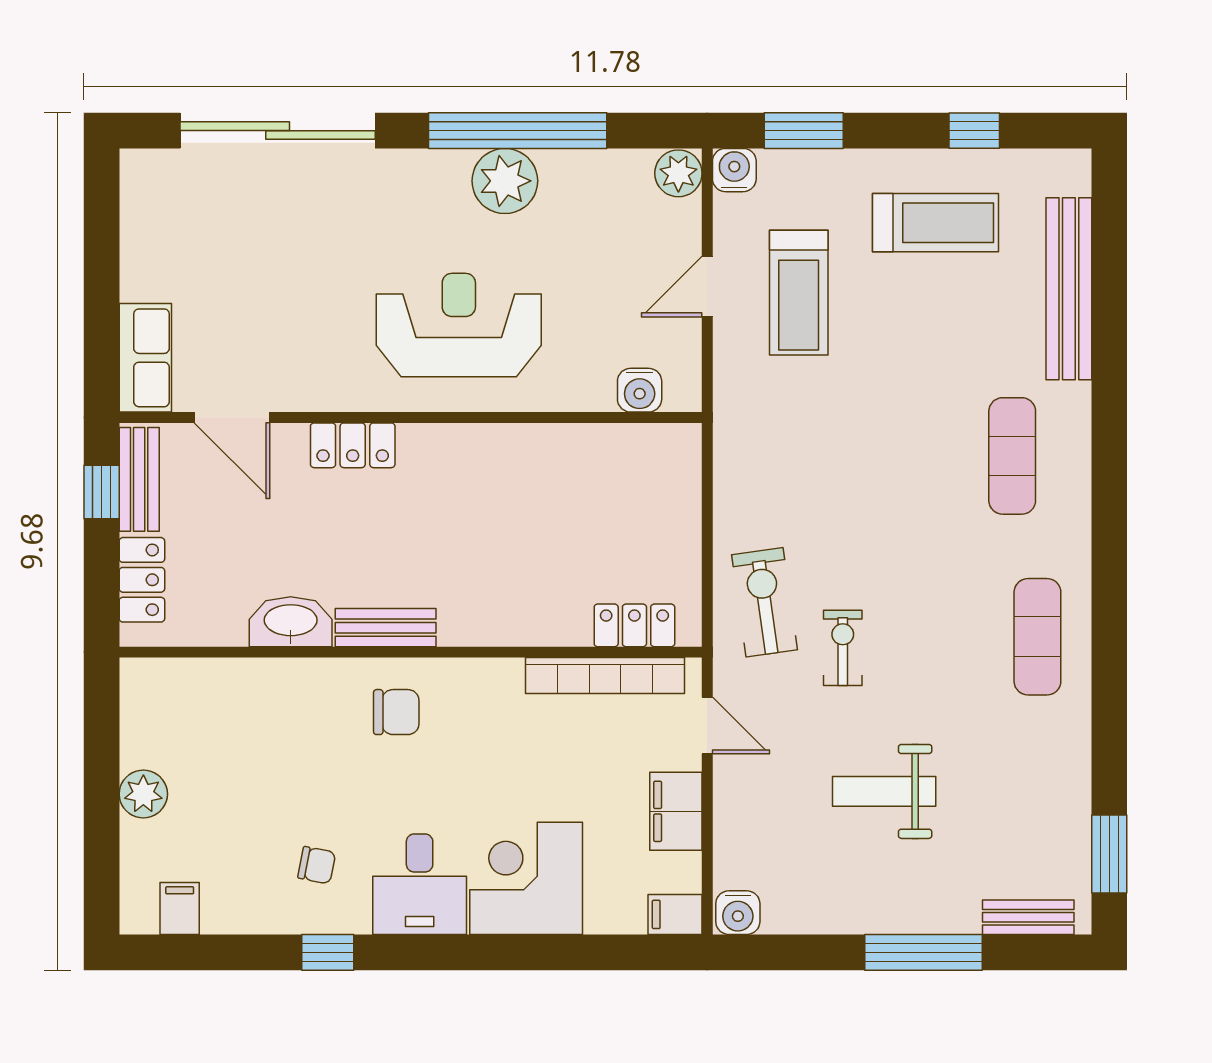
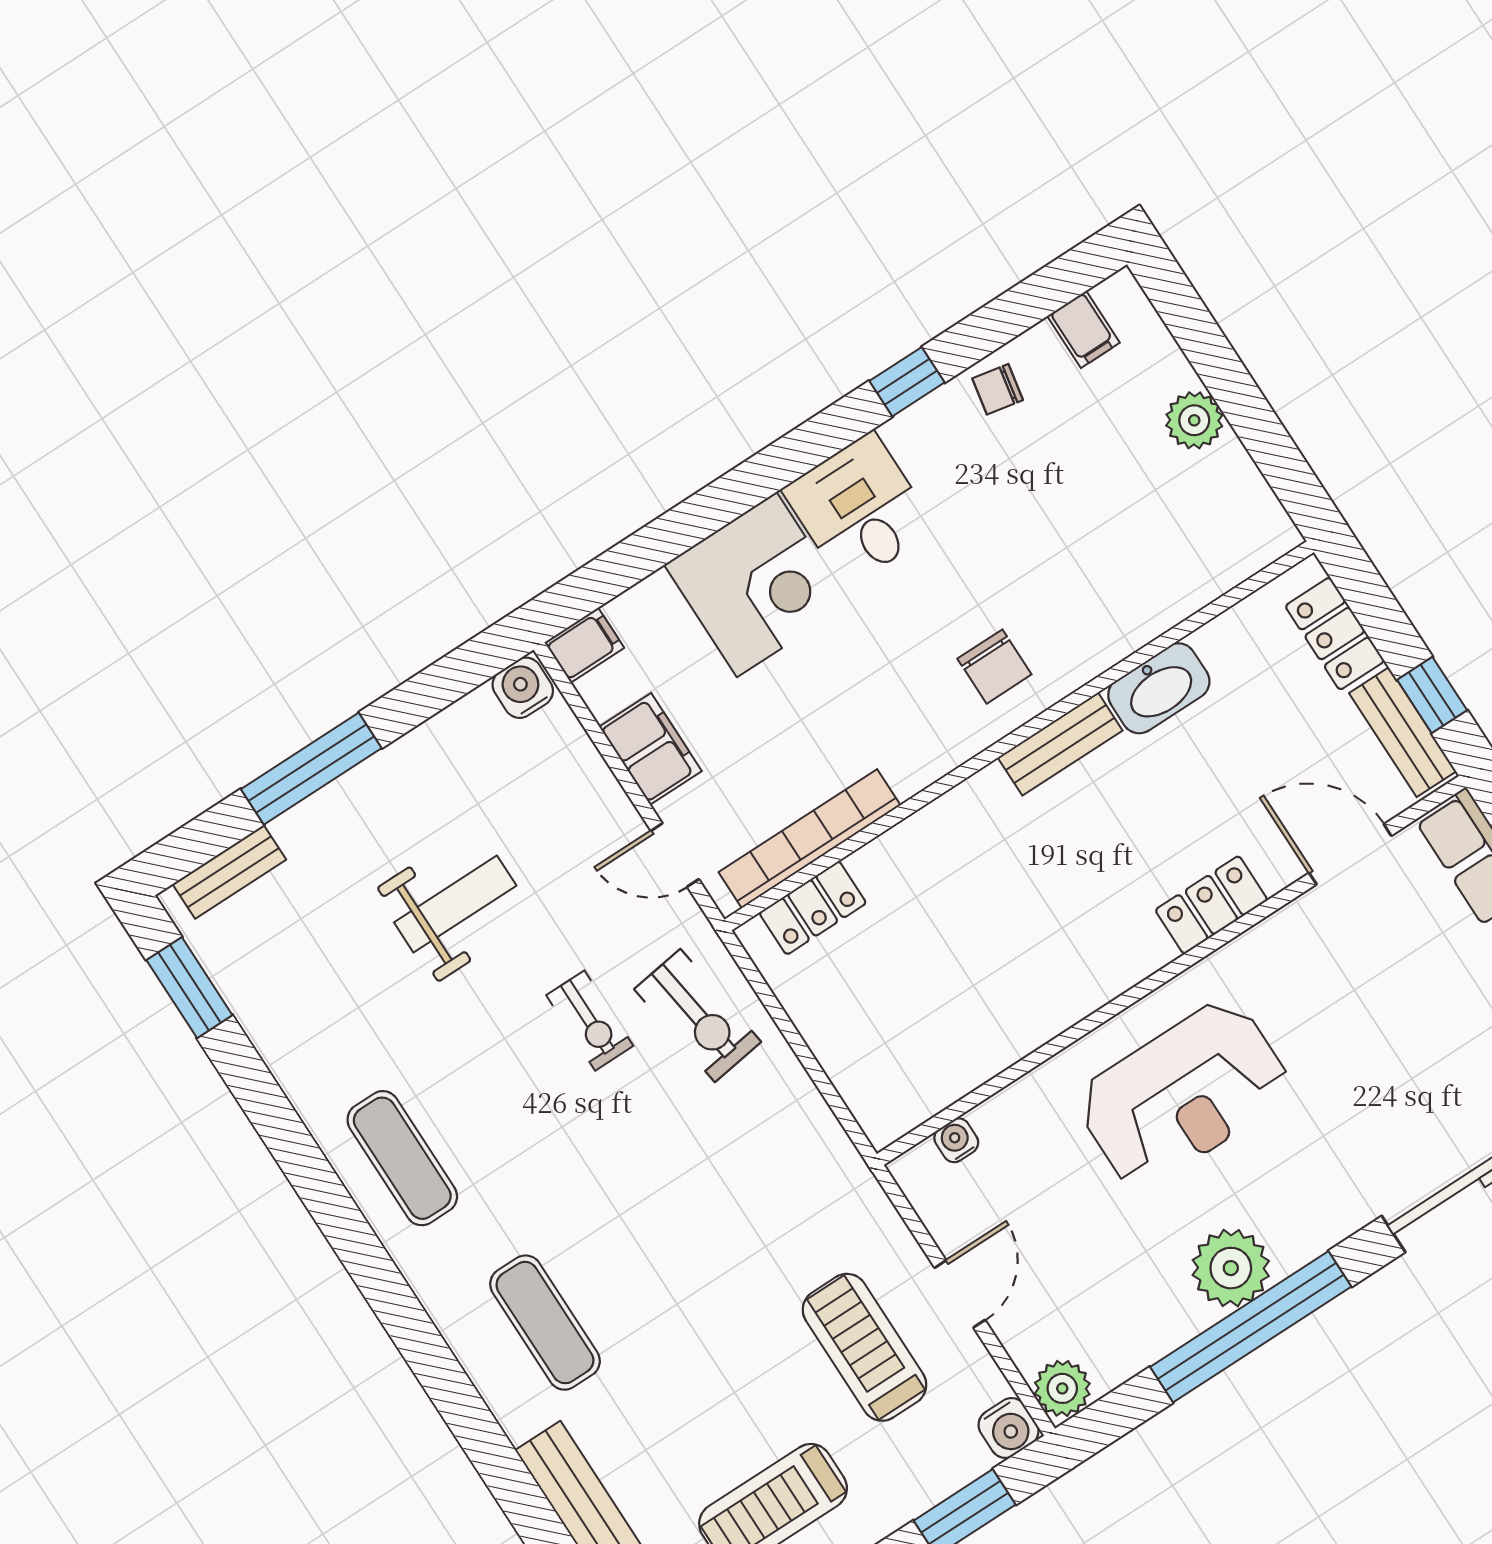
water cooler: (640, 390) -> (956, 1140), width x0.72, depth x0.72
chair: (396, 712) -> (994, 667), turned -90
chair: (317, 865) -> (998, 389), moved

